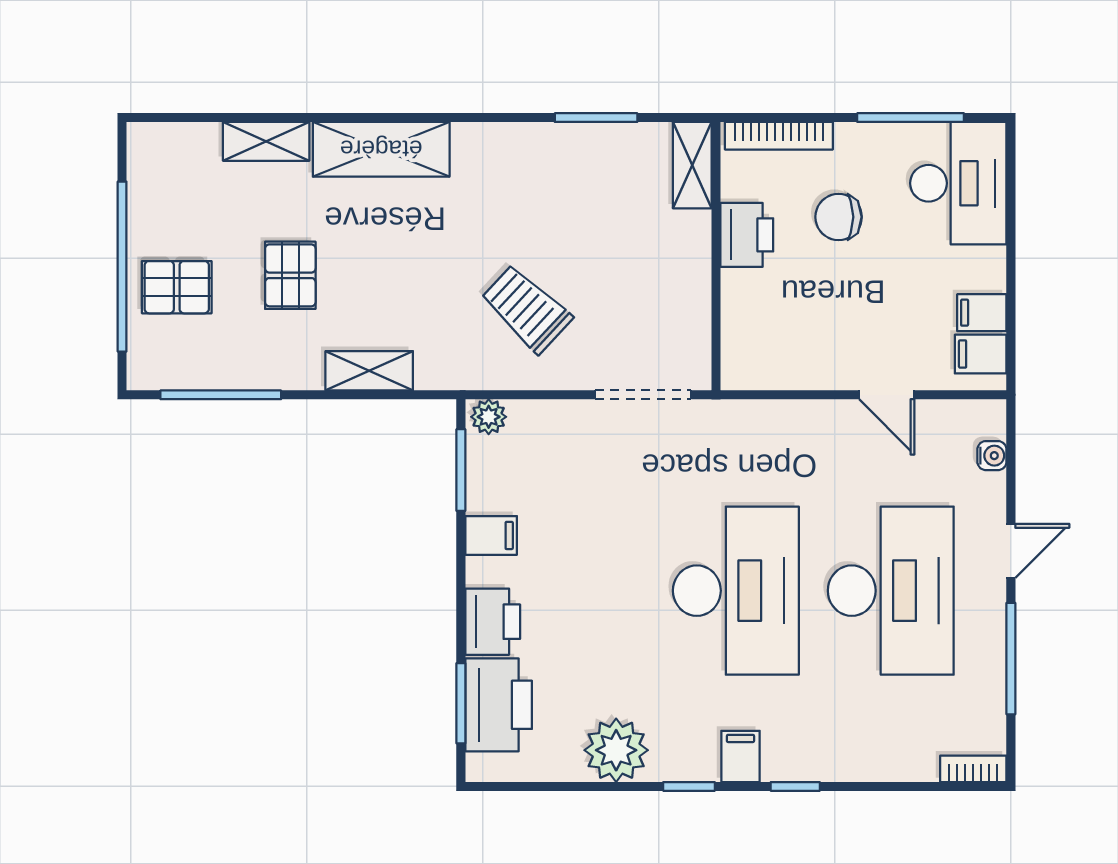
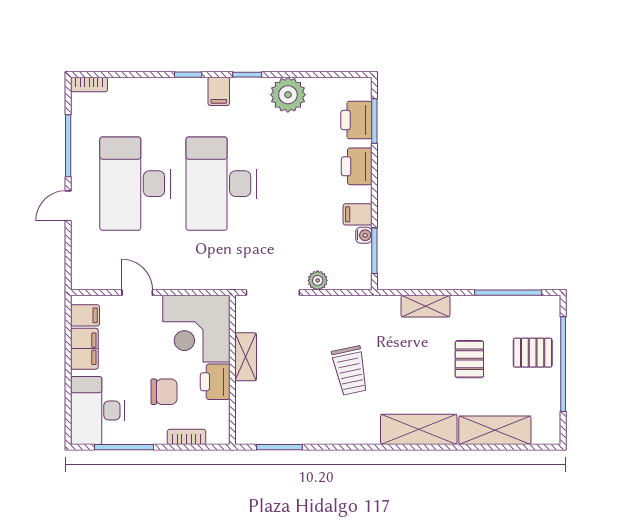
window: (596, 118) -> (280, 447), moved
bookcase: (779, 136) -> (186, 437), width x0.64
shelving: (266, 141) -> (495, 430), width x1.50, depth x1.33
shelving: (692, 165) -> (246, 357), moved
trolley: (526, 309) -> (350, 371), moved, turned 35
filing cabinet: (982, 313) -> (84, 349), width x2.00
corner desk: (781, 330) -> (196, 329), added
plant: (489, 417) -> (318, 280), moved
water cooler: (992, 456) -> (364, 235), moved, turned 180
printer: (499, 705) -> (356, 120), width x0.73, depth x0.84

